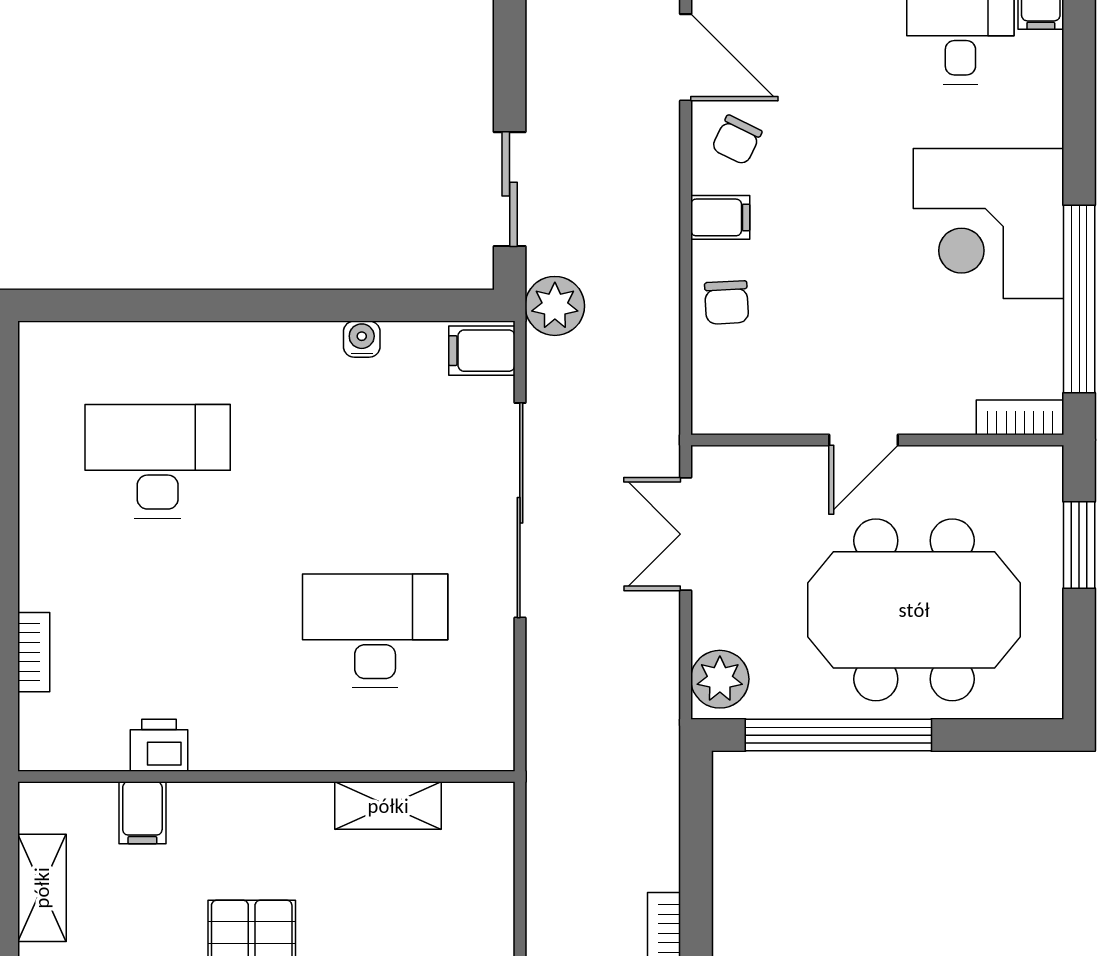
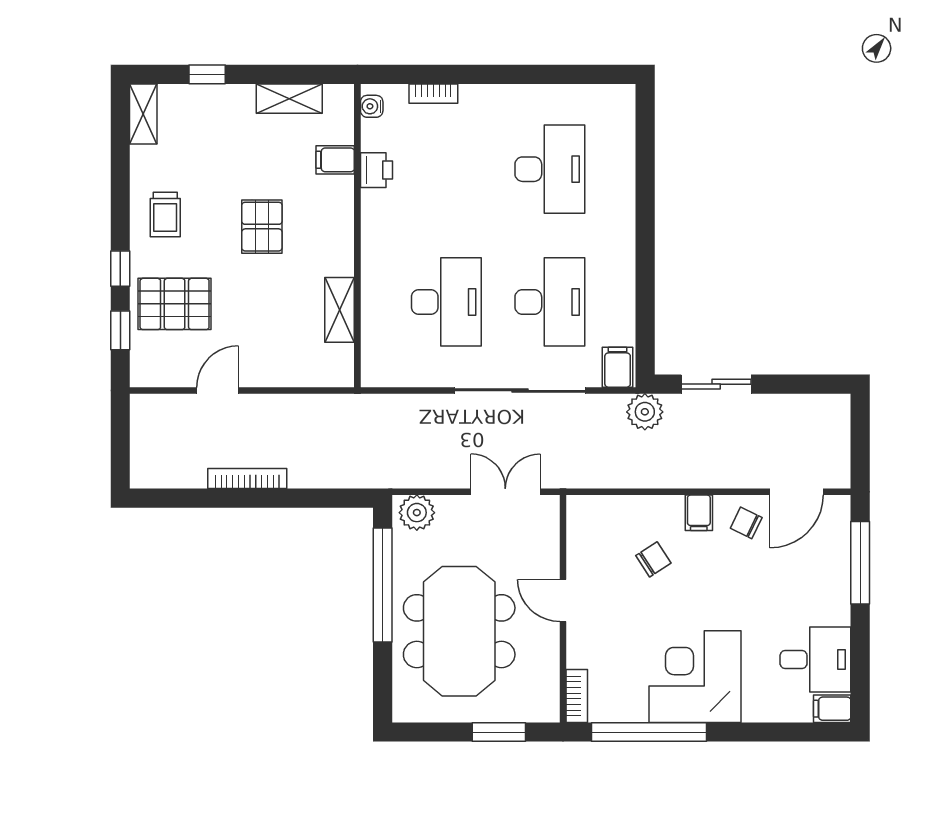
chair: (727, 302) -> (653, 559), moved, turned 150
water cooler: (362, 339) -> (372, 106), moved, turned 180
desk: (375, 461) -> (550, 302), added

